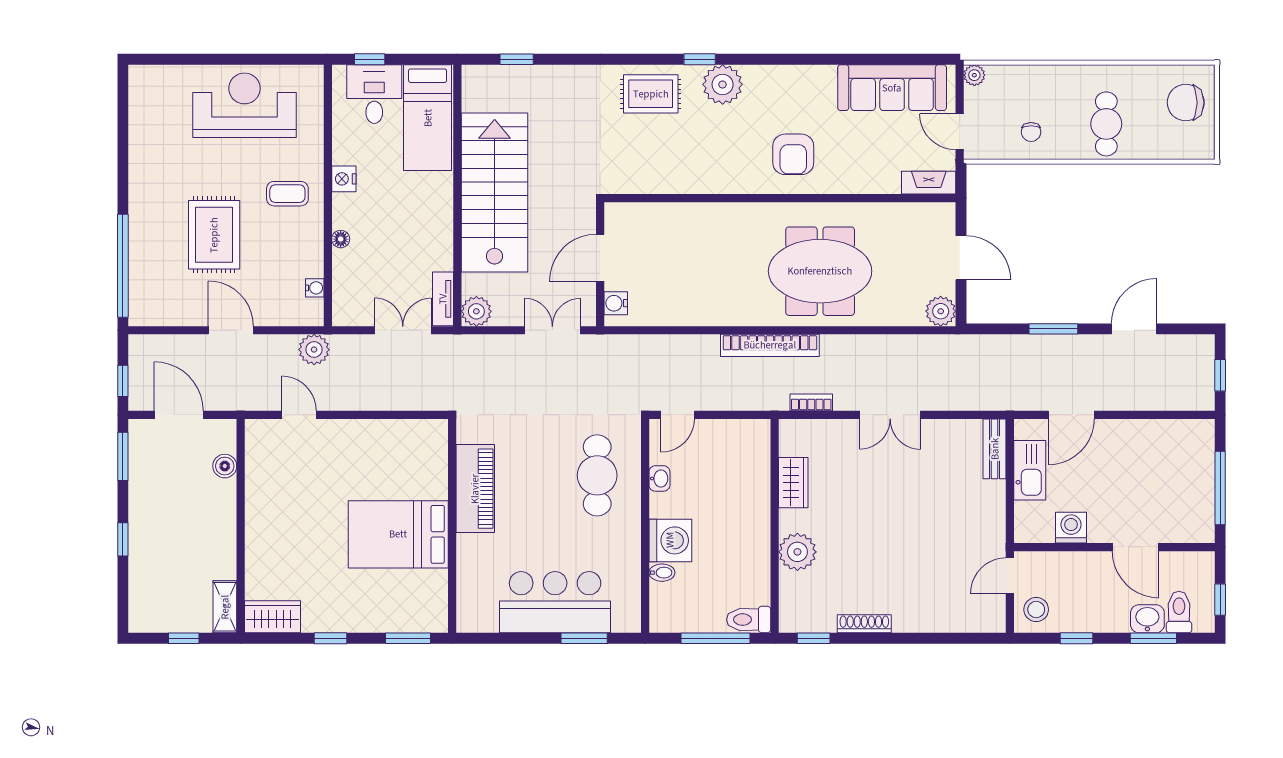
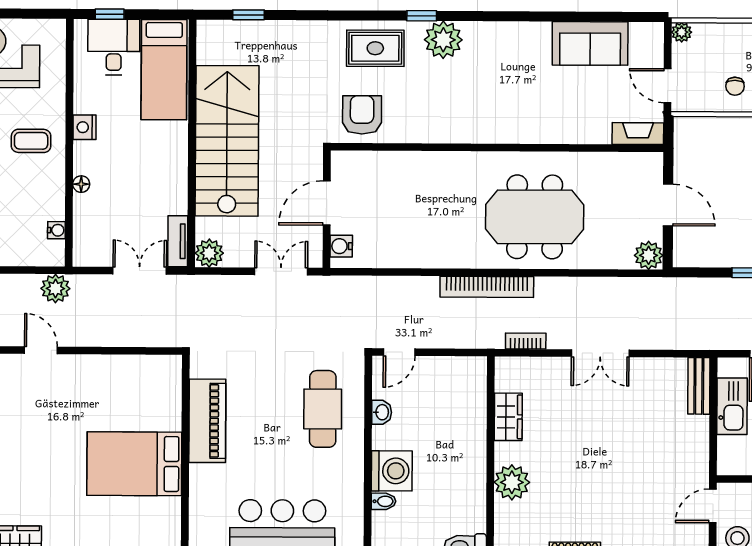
sofa: (892, 88) -> (590, 43), width x0.73
armchair: (793, 154) -> (362, 115), moved, turned 180

